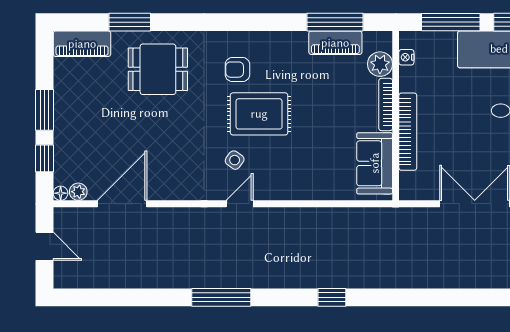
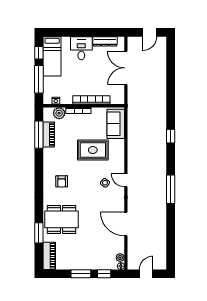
dining table: (158, 69) -> (62, 219), width x1.38
rug: (259, 114) -> (93, 150), moved, turned 90
sofa: (375, 163) -> (116, 124), moved, turned 90
door: (122, 204) -> (126, 224), moved

